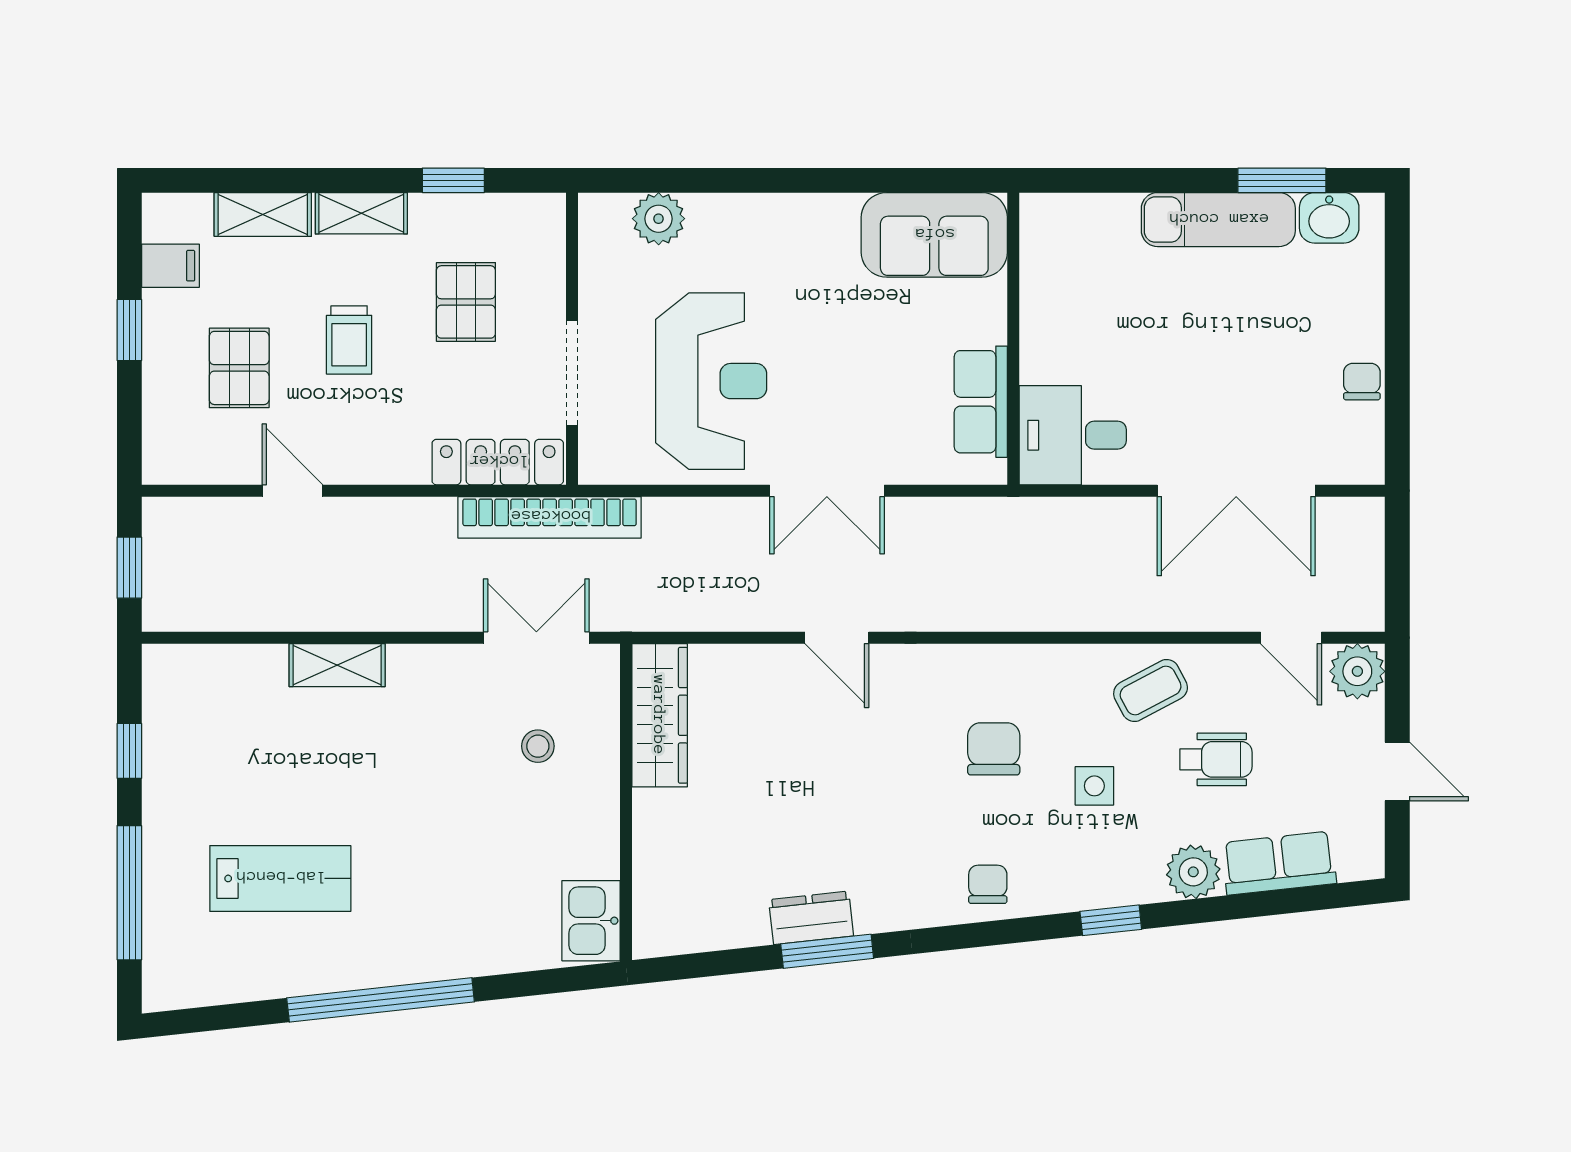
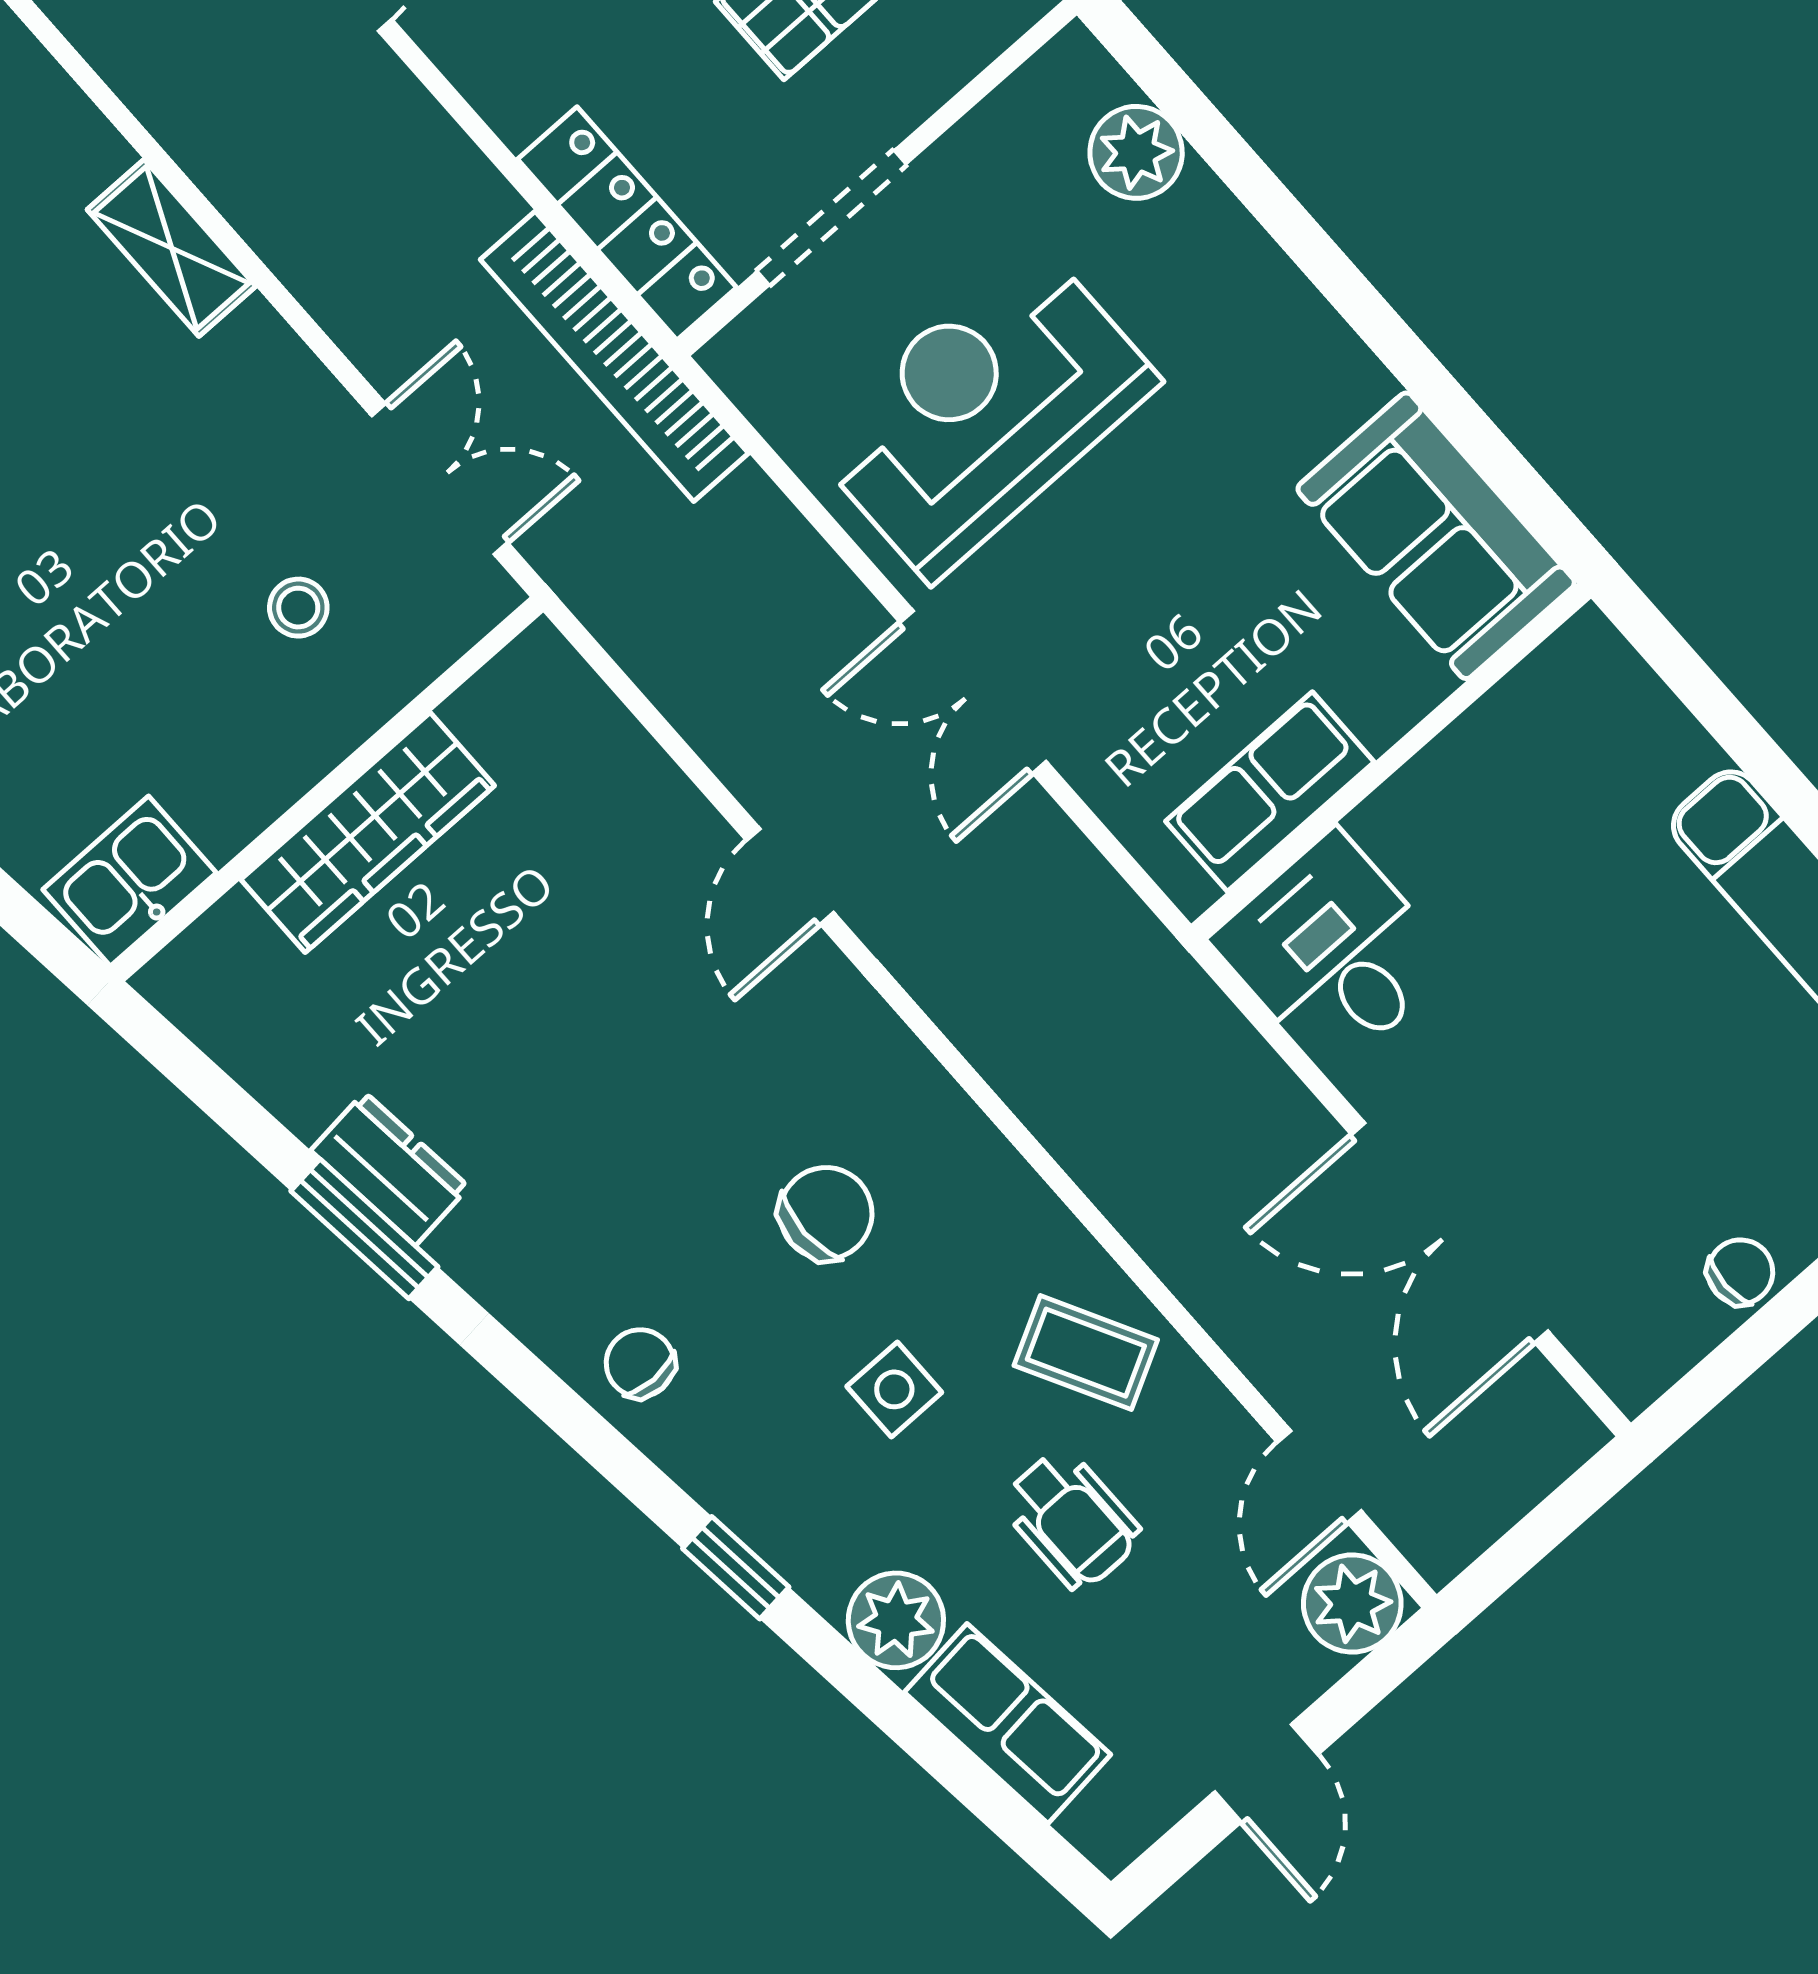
reception desk: (711, 381) -> (983, 411), turned 180
wardrobe: (660, 715) -> (368, 832), moved
chair: (988, 884) -> (640, 1363), turned -90

